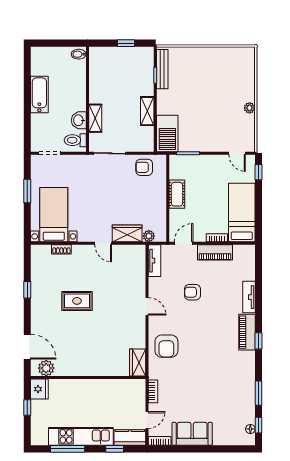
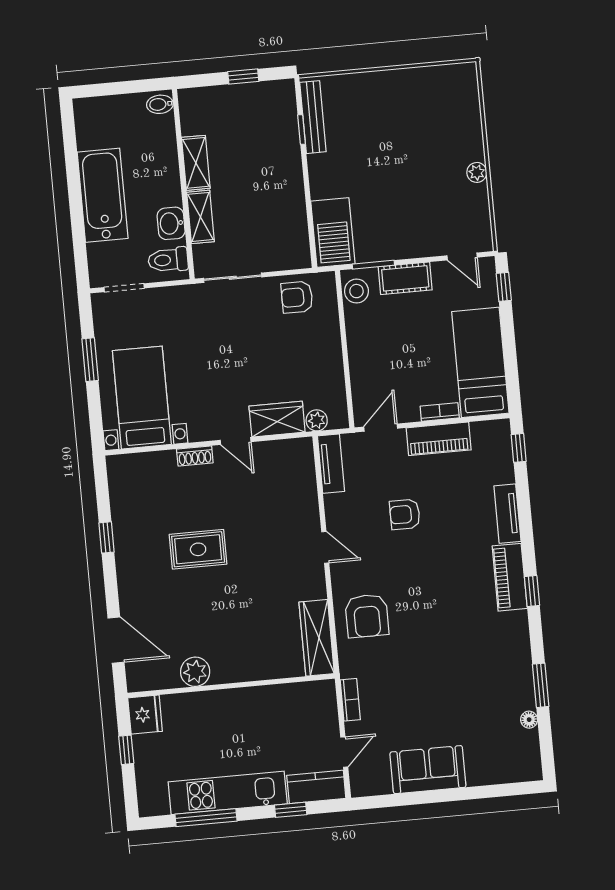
bathtub: (39, 95) -> (103, 195), width x1.36, depth x1.36
shelving: (147, 111) -> (196, 163), moved
stool: (177, 167) -> (356, 291), added
cot: (177, 194) -> (405, 278), moved, turned 90
shoe rack: (61, 249) -> (195, 456), moved
wardrobe: (138, 363) -> (317, 638), width x1.50
plant: (46, 368) -> (195, 672), moved
window: (258, 425) -> (519, 448), moved
floor lamp: (250, 429) -> (529, 720), moved
bookcase: (160, 441) -> (371, 788), removed

